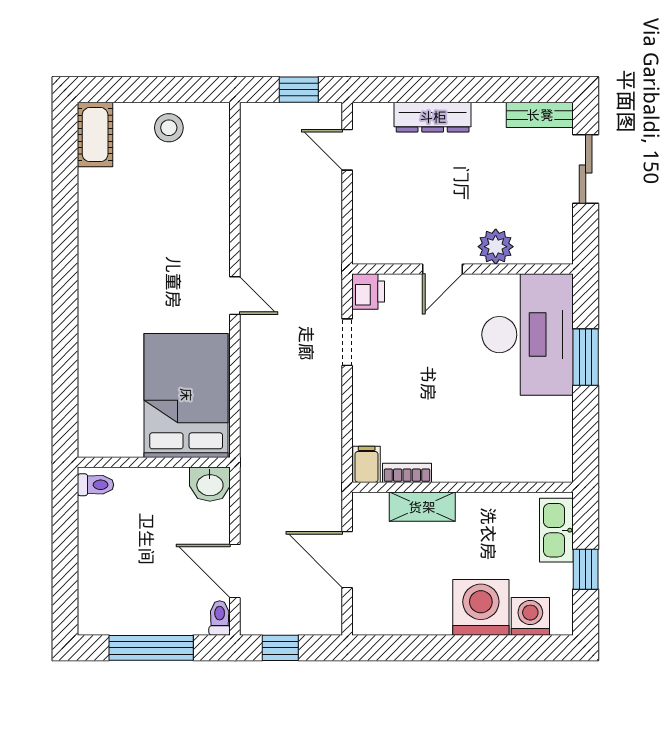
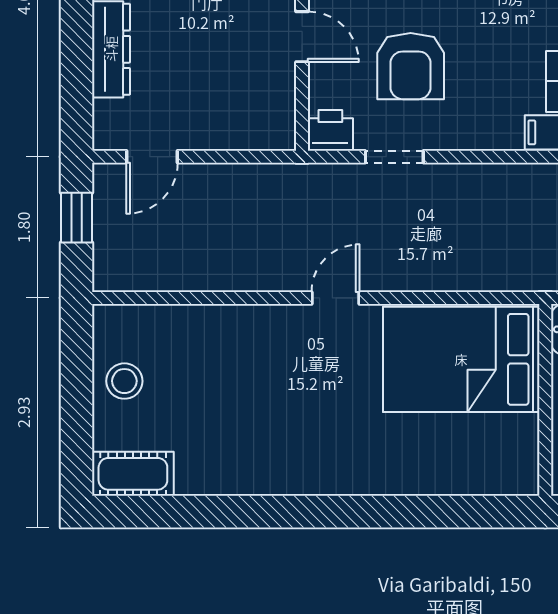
armchair: (419, 355) -> (411, 66), added

